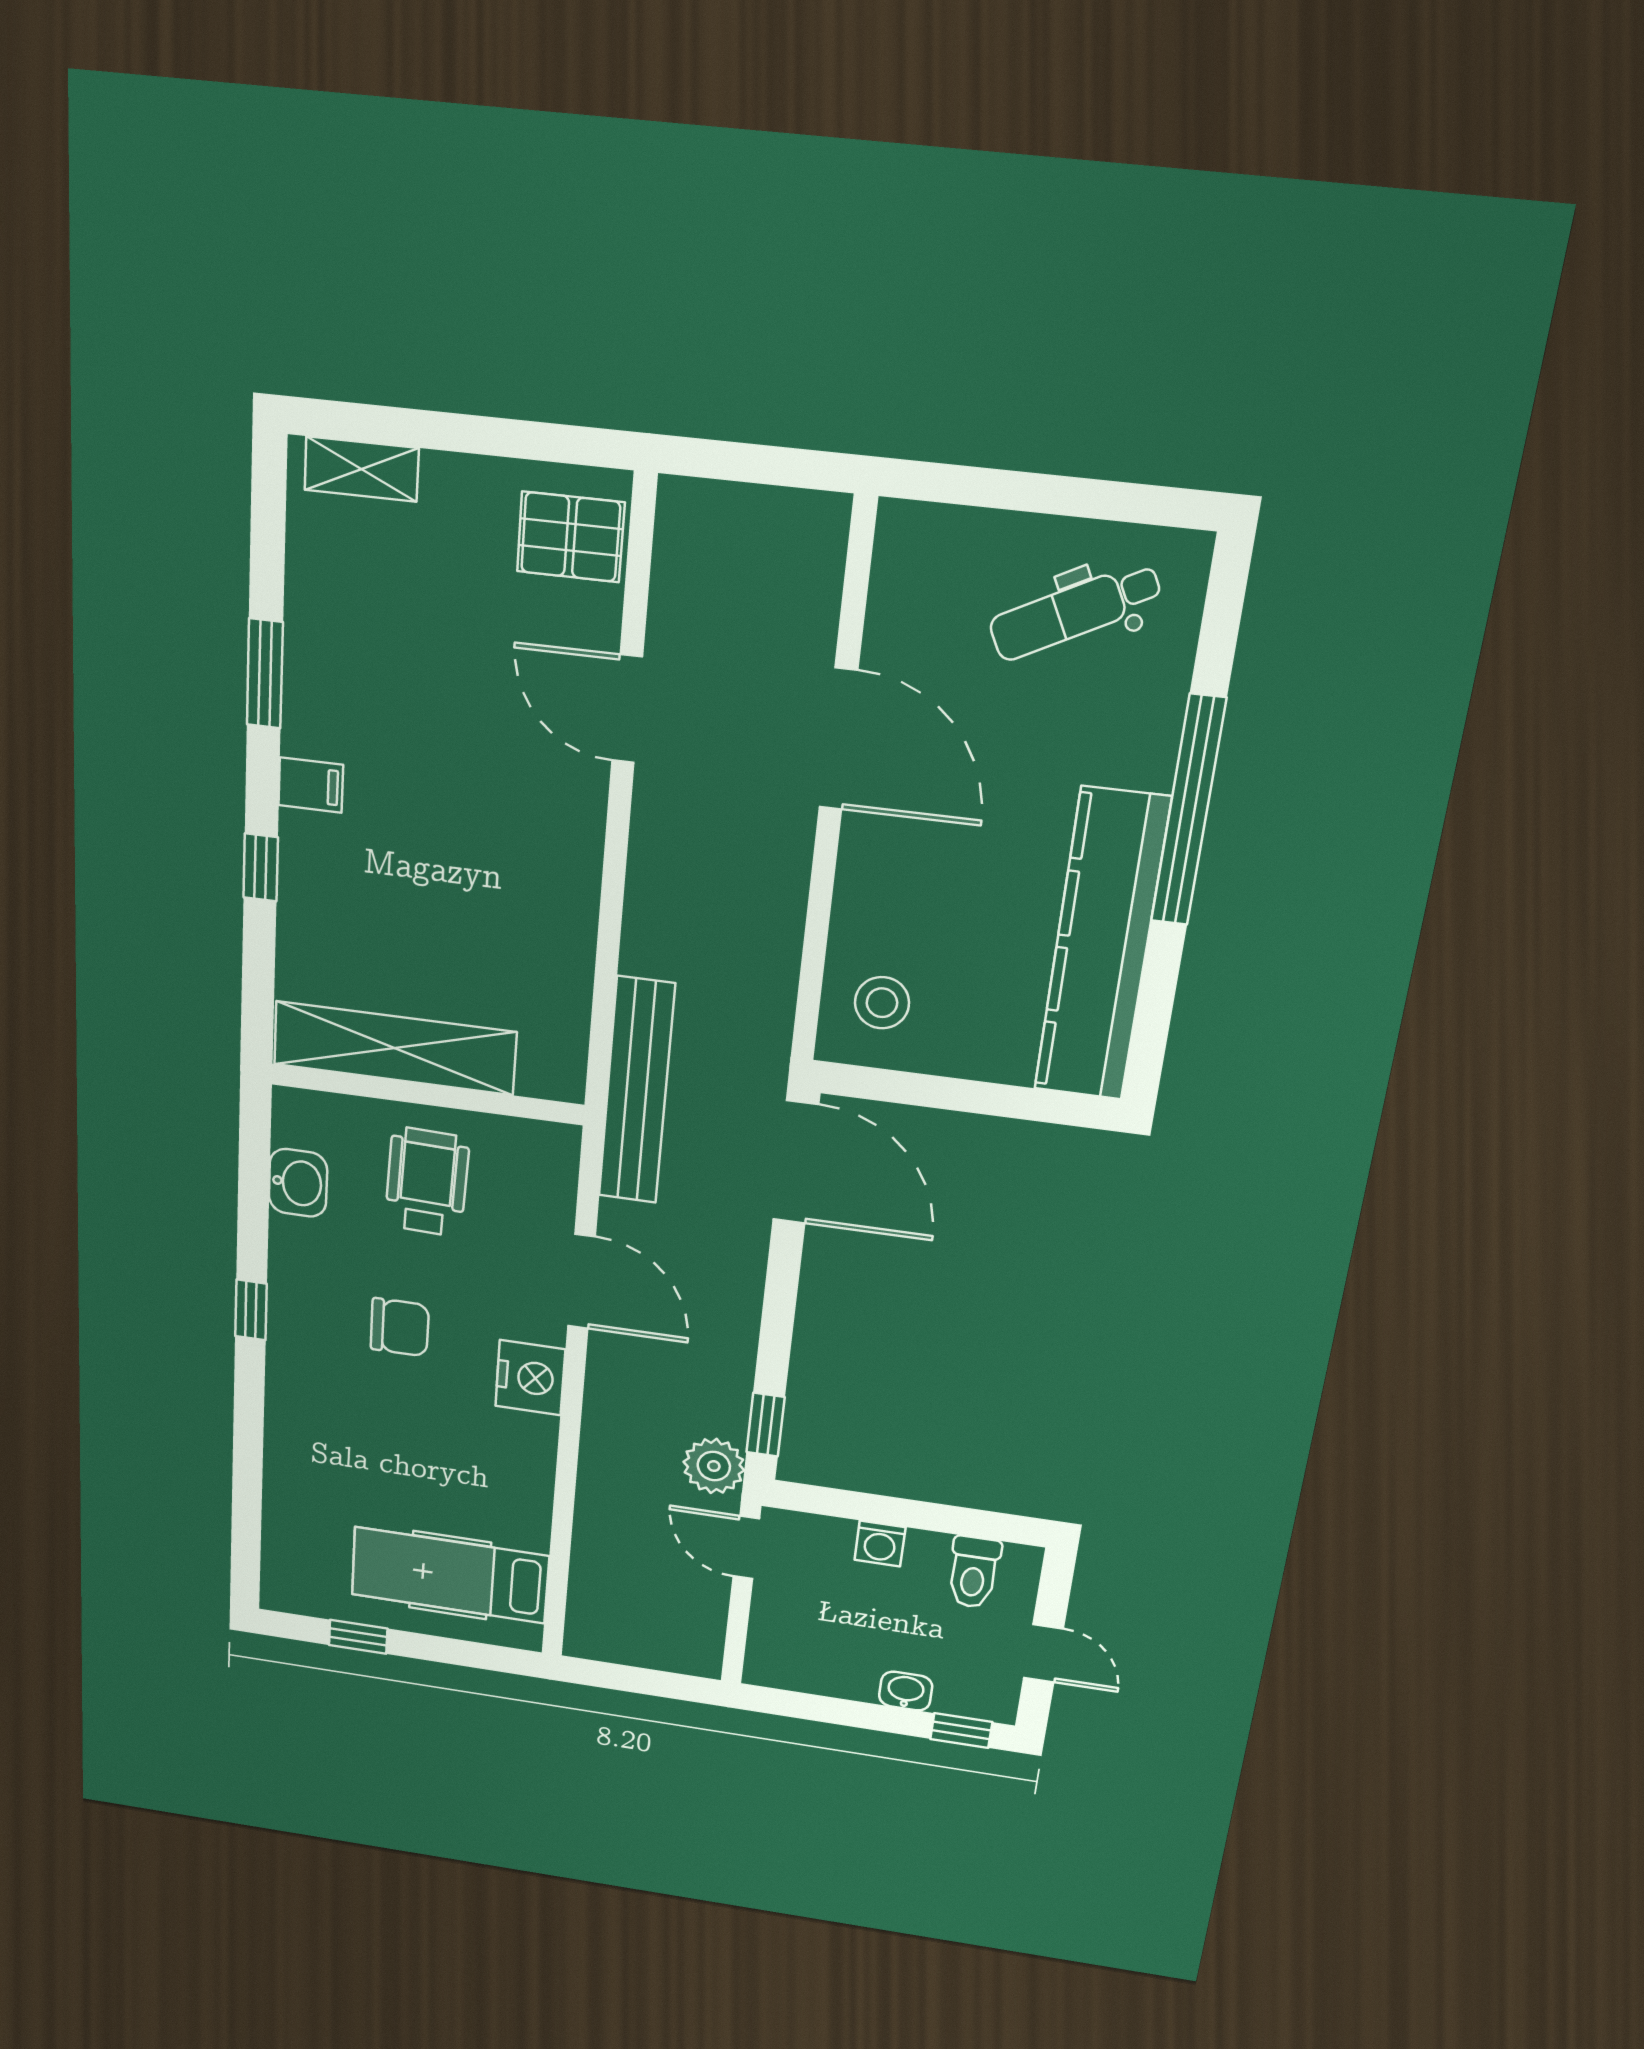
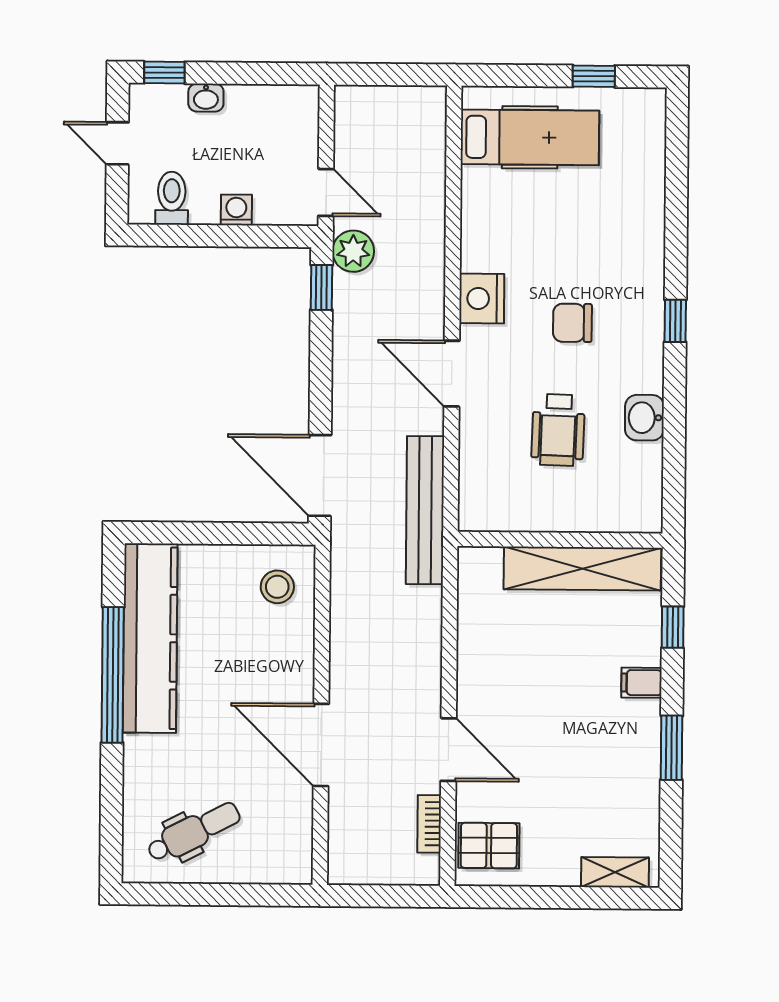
bookcase: (669, 585) -> (429, 824), added
window: (1188, 811) -> (113, 675), moved
shelving: (394, 1048) -> (582, 569), moved
wall: (427, 1095) -> (560, 540), moved

